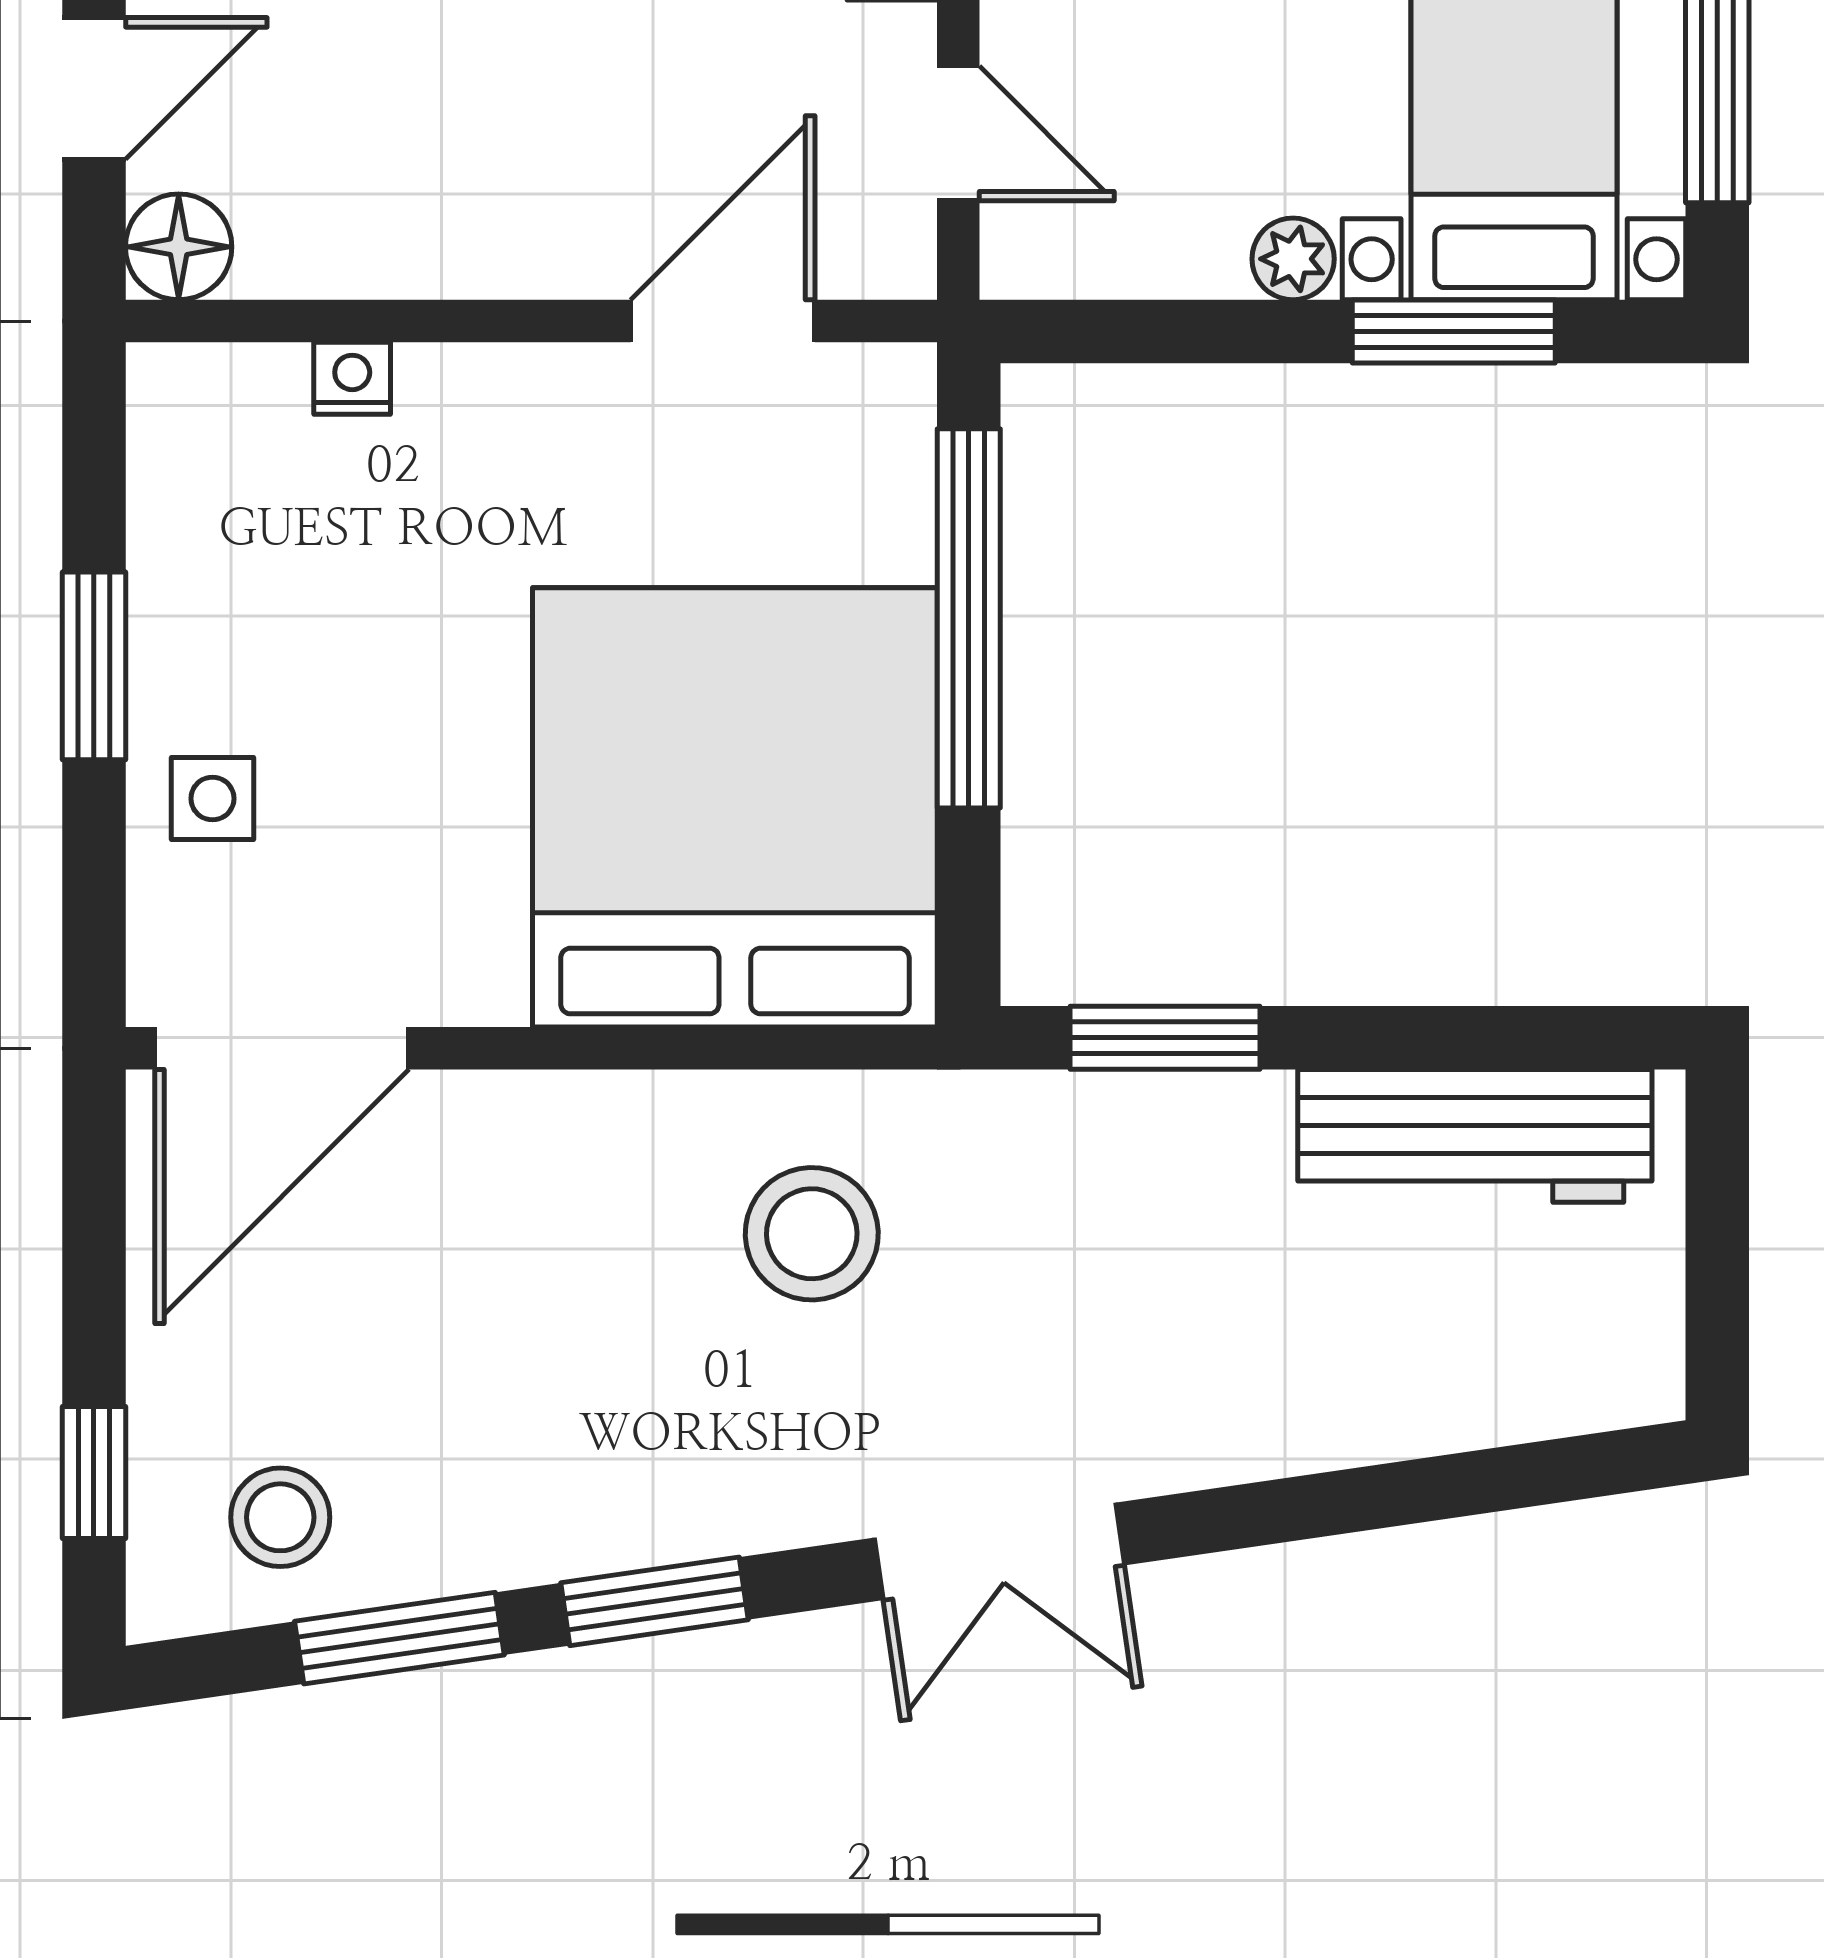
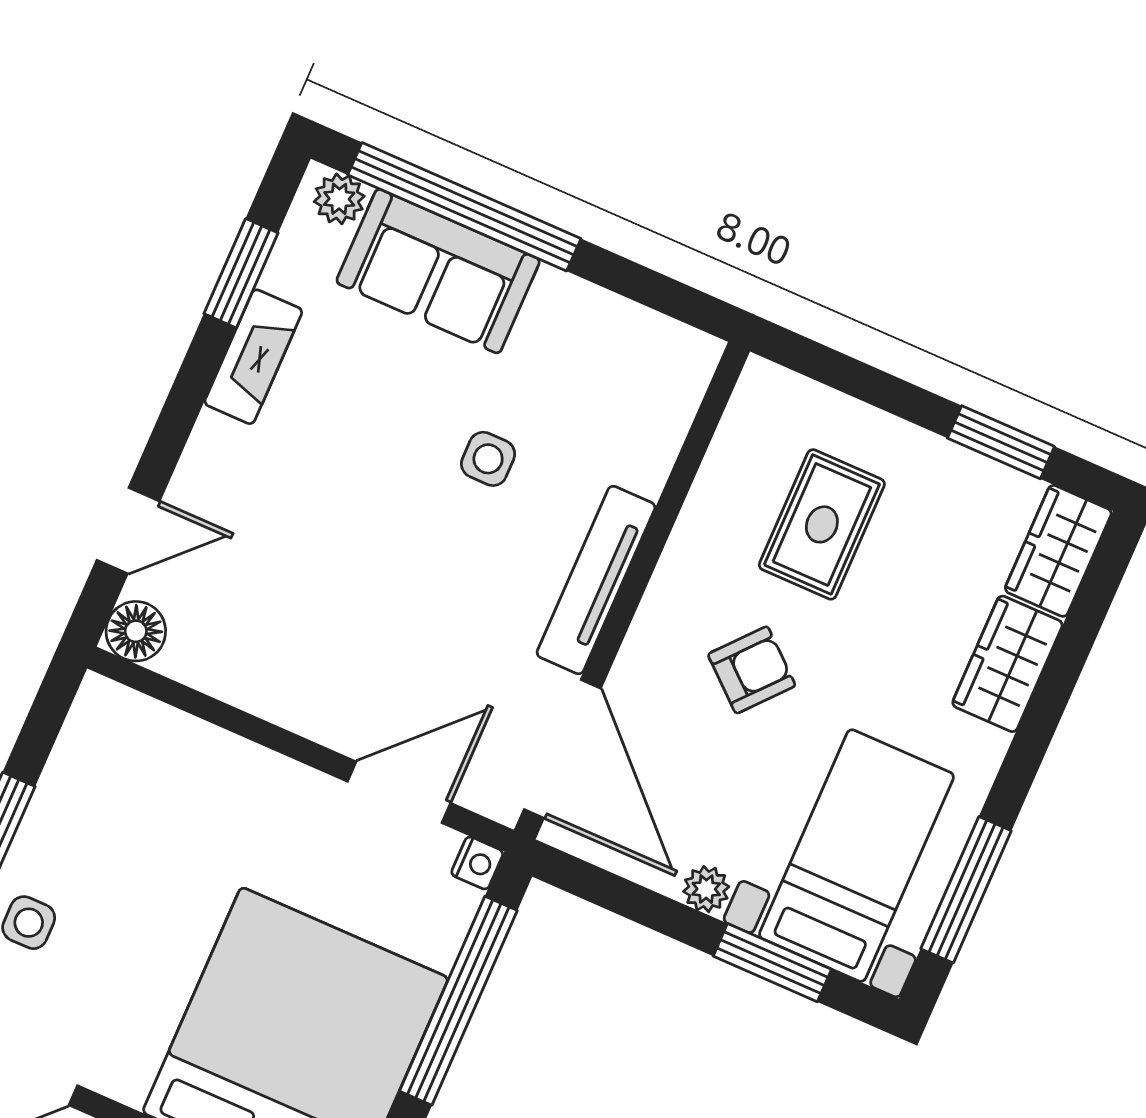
door: (958, 133) -> (562, 749), width x1.88
nightstand: (352, 378) -> (477, 863), moved, turned 90

